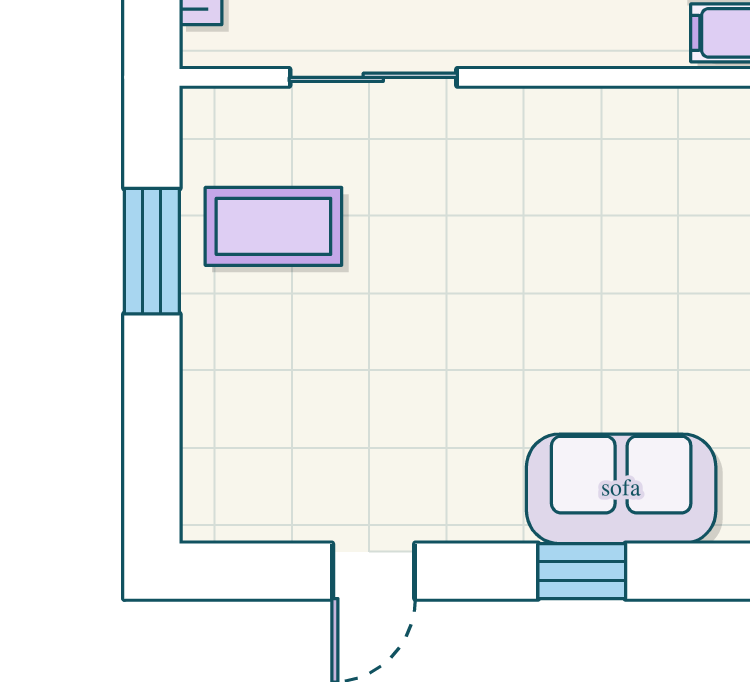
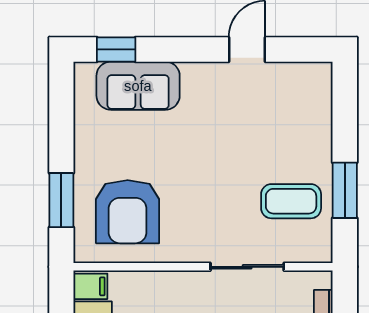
armchair: (645, 203) -> (128, 212), added
window: (582, 571) -> (116, 49), moved

